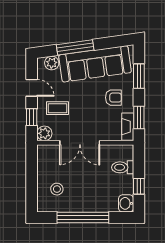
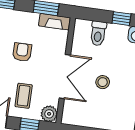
armchair: (113, 98) -> (22, 52), moved
stool: (57, 189) -> (103, 82), moved

